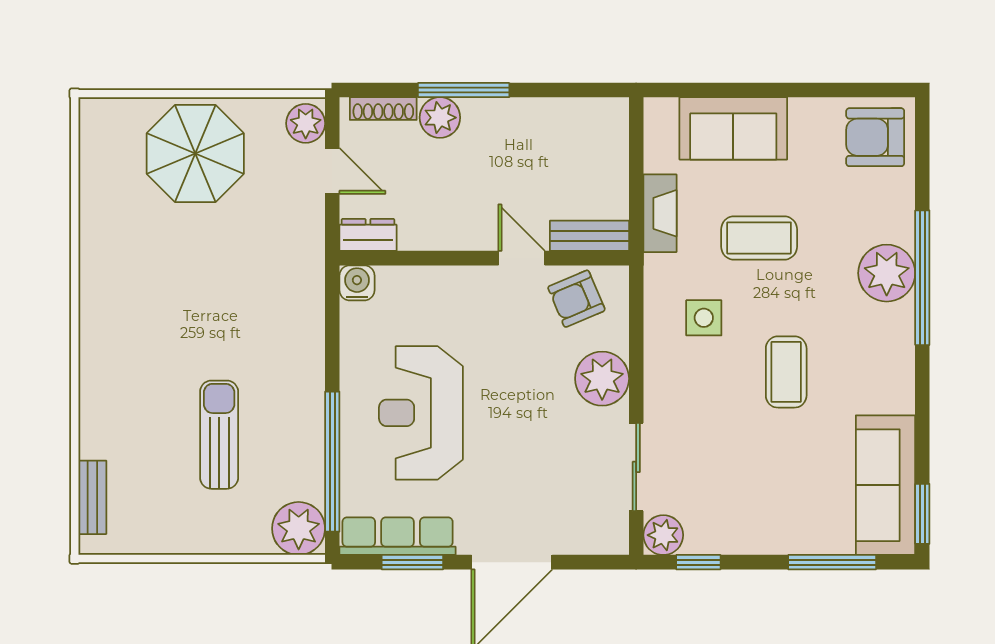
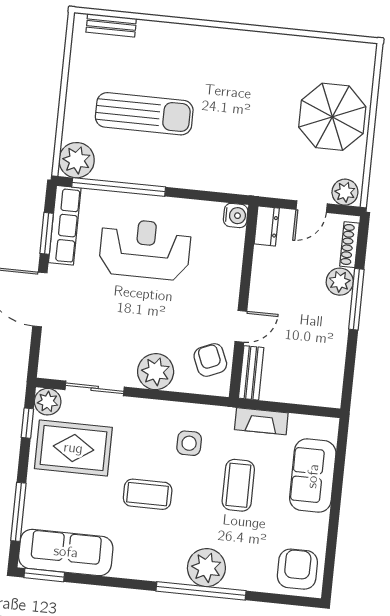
sun lounger: (219, 435) -> (144, 114), width x1.36, depth x1.34
rug: (729, 490) -> (73, 448), added

